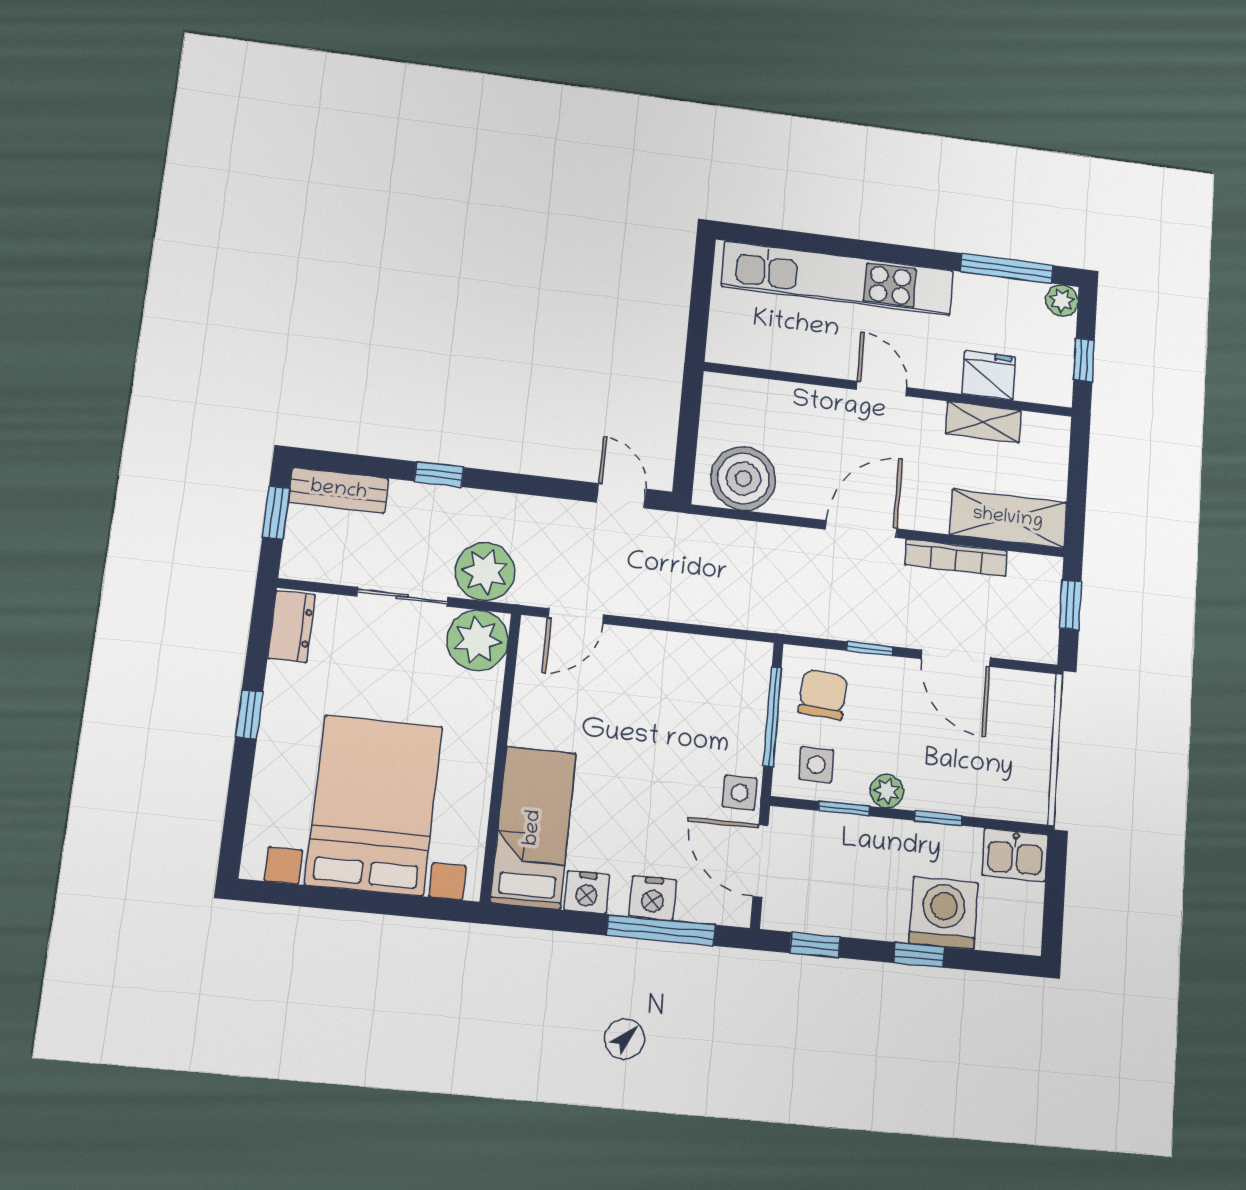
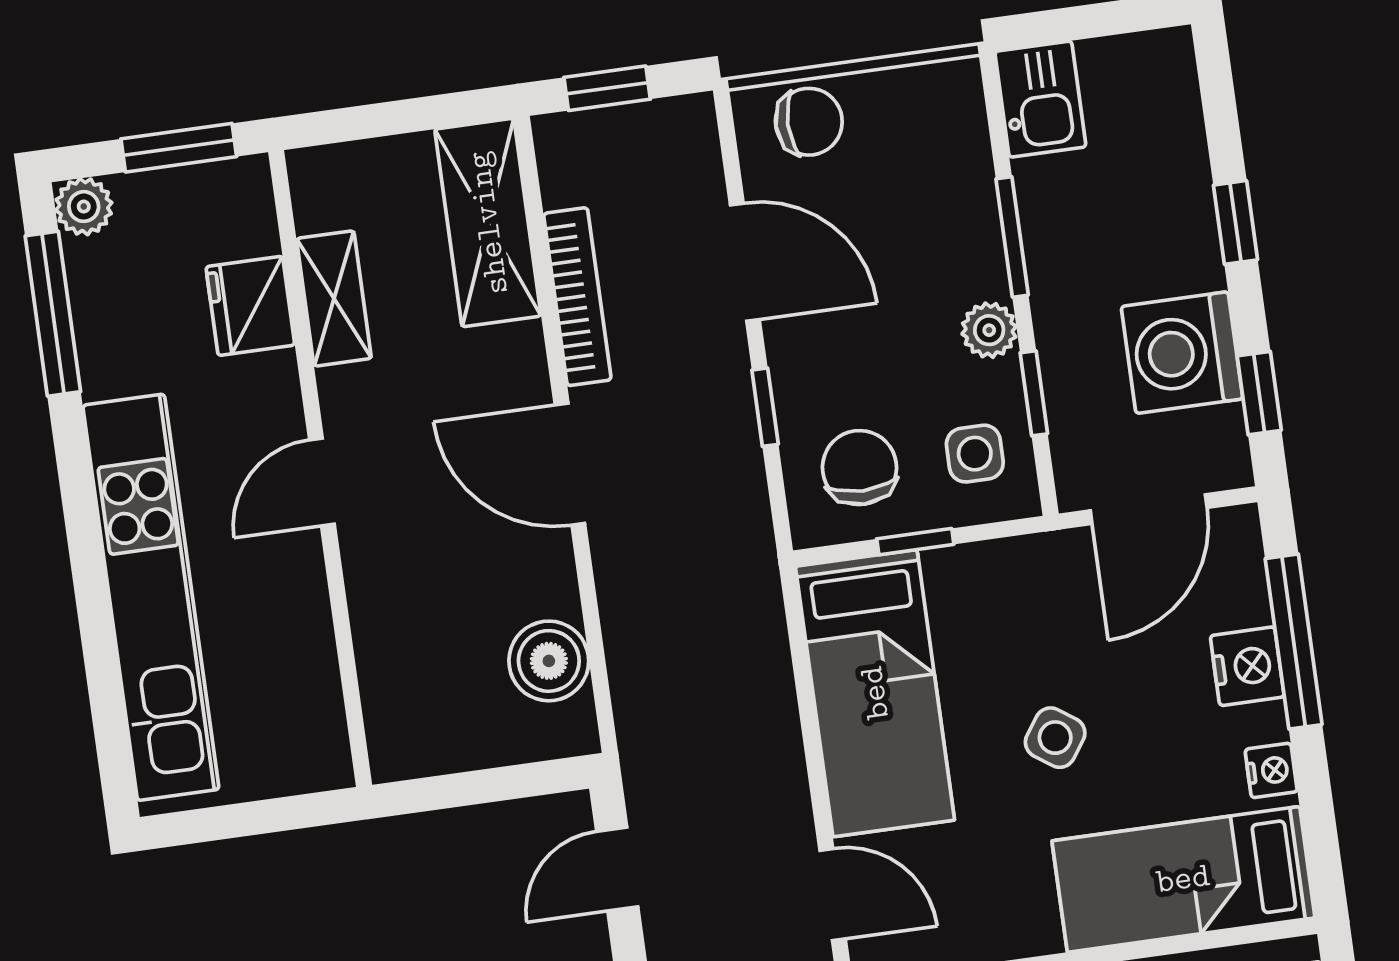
window: (1084, 360) -> (179, 148), width x1.50
boiler: (743, 478) -> (549, 661), width x0.73, depth x0.73
door: (956, 658) -> (745, 262), hinge flipped
bed: (689, 671) -> (875, 693), added
chair: (823, 695) -> (860, 468), turned 86
chair: (1029, 716) -> (809, 122), added
window: (772, 717) -> (915, 542), width x0.46
side table: (740, 793) -> (1055, 738), moved, turned 35
window: (938, 818) -> (1012, 237), width x1.50
nightstand: (587, 892) -> (1271, 770), width x0.72, depth x0.74
washing machine: (944, 913) -> (1182, 353), moved

